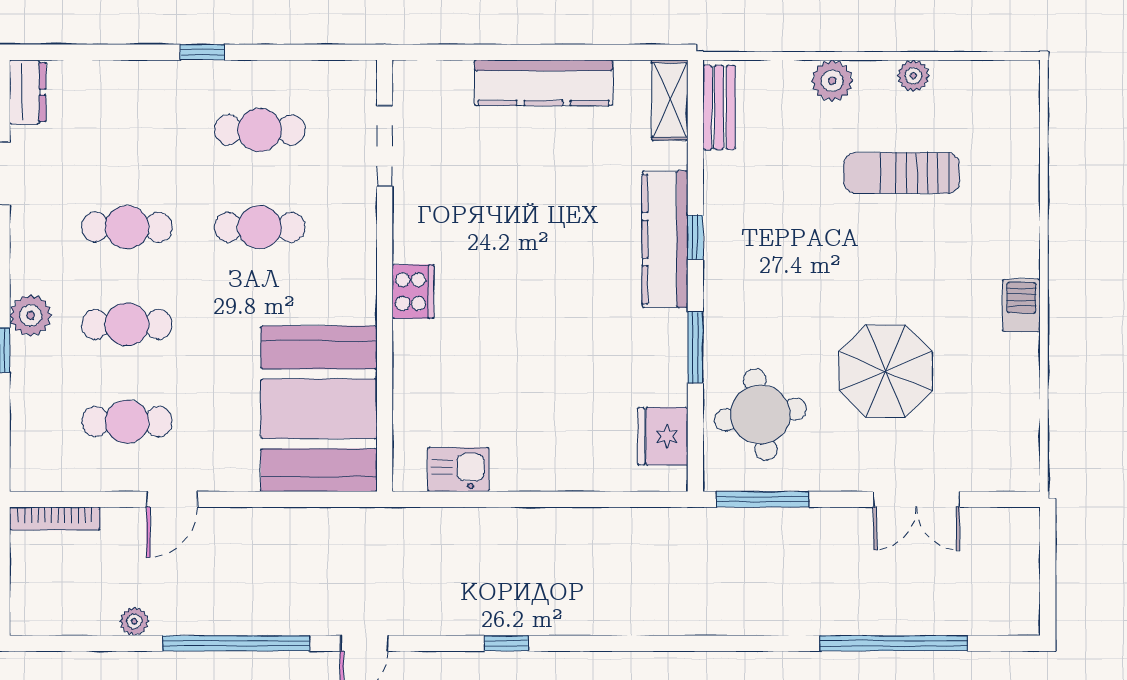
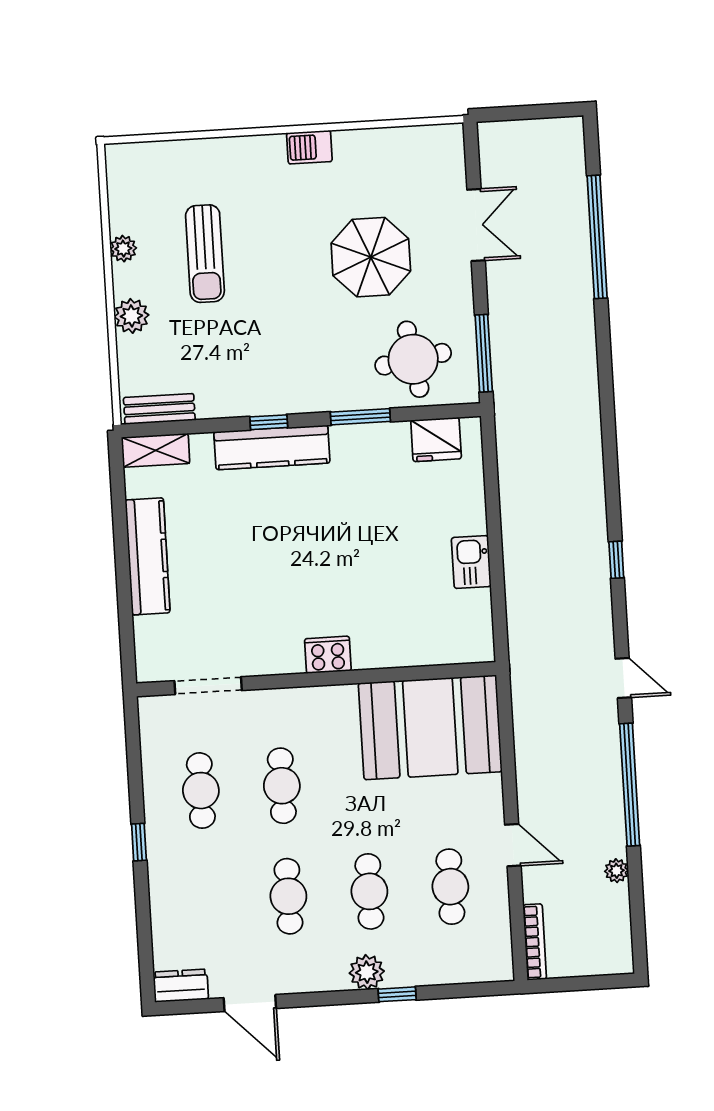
kitchen sink: (458, 470) -> (471, 562), moved

